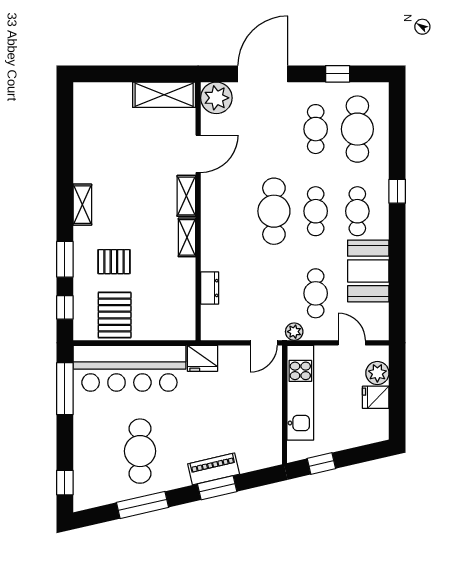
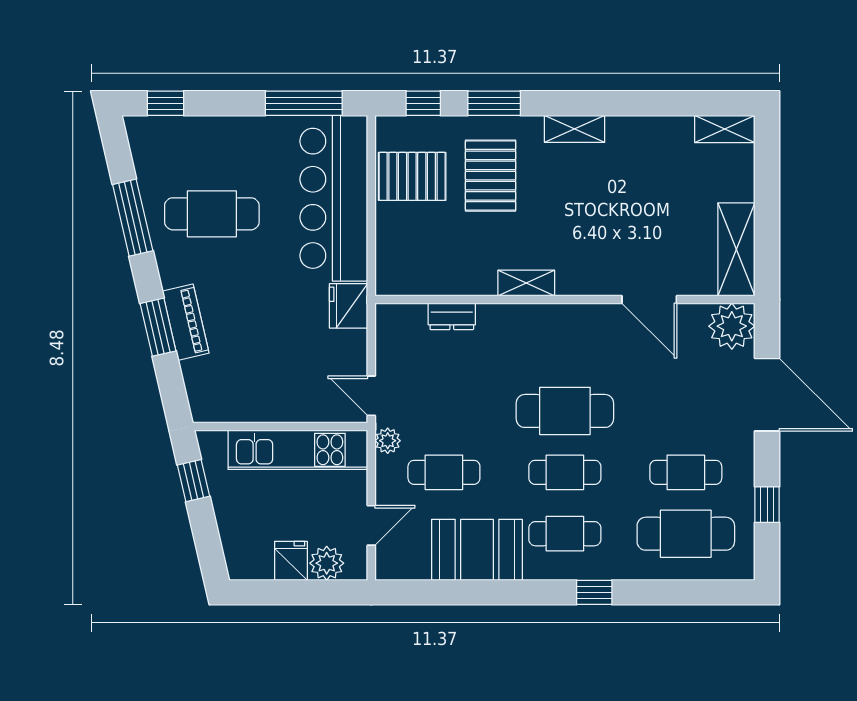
shelving: (186, 196) -> (725, 129), moved
pallet: (114, 262) -> (491, 176), width x1.50, depth x1.42

